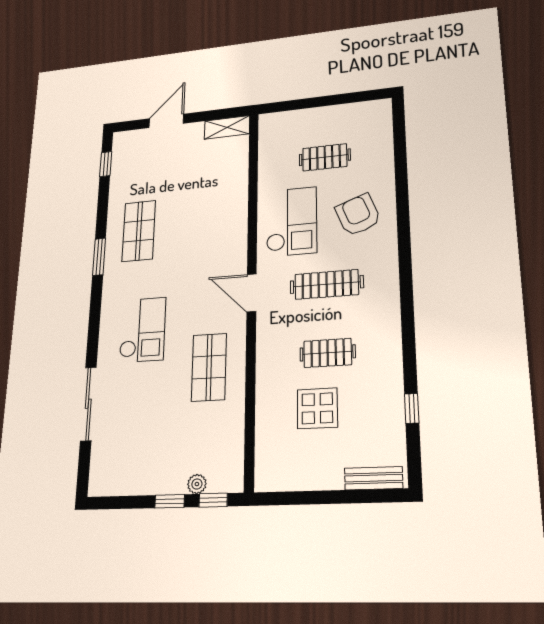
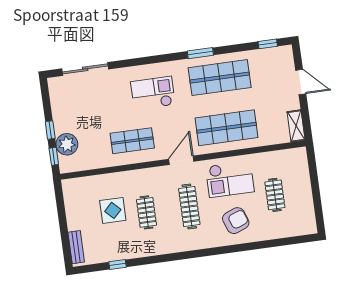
shop shelf: (213, 224) -> (227, 128), added
shop shelf: (139, 231) -> (220, 78), width x1.43, depth x1.36
checkout: (143, 330) -> (153, 93), turned 180
sliding door: (88, 404) -> (85, 69), moved
plant: (197, 484) -> (67, 144), width x1.88, depth x1.88

